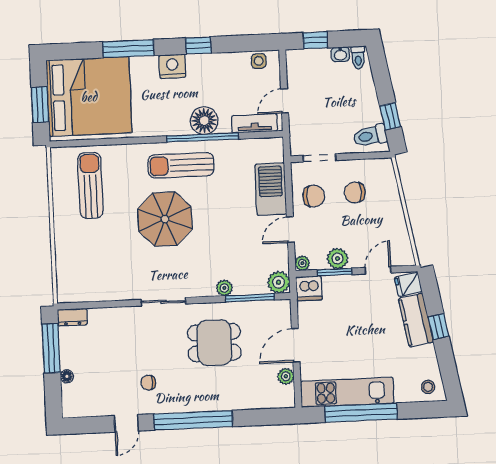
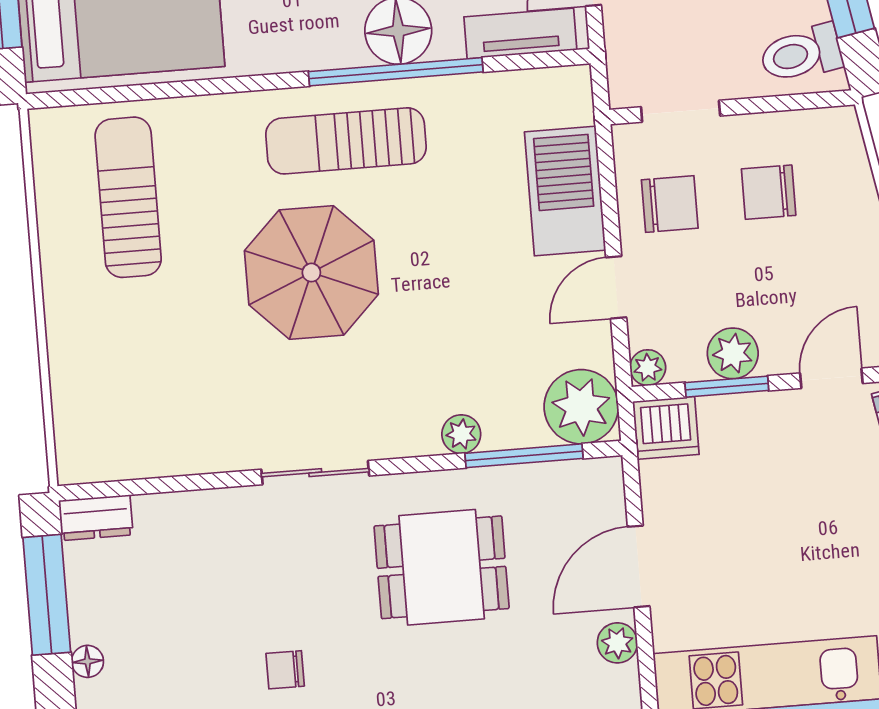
plant: (279, 282) -> (581, 407), width x1.36, depth x1.36

